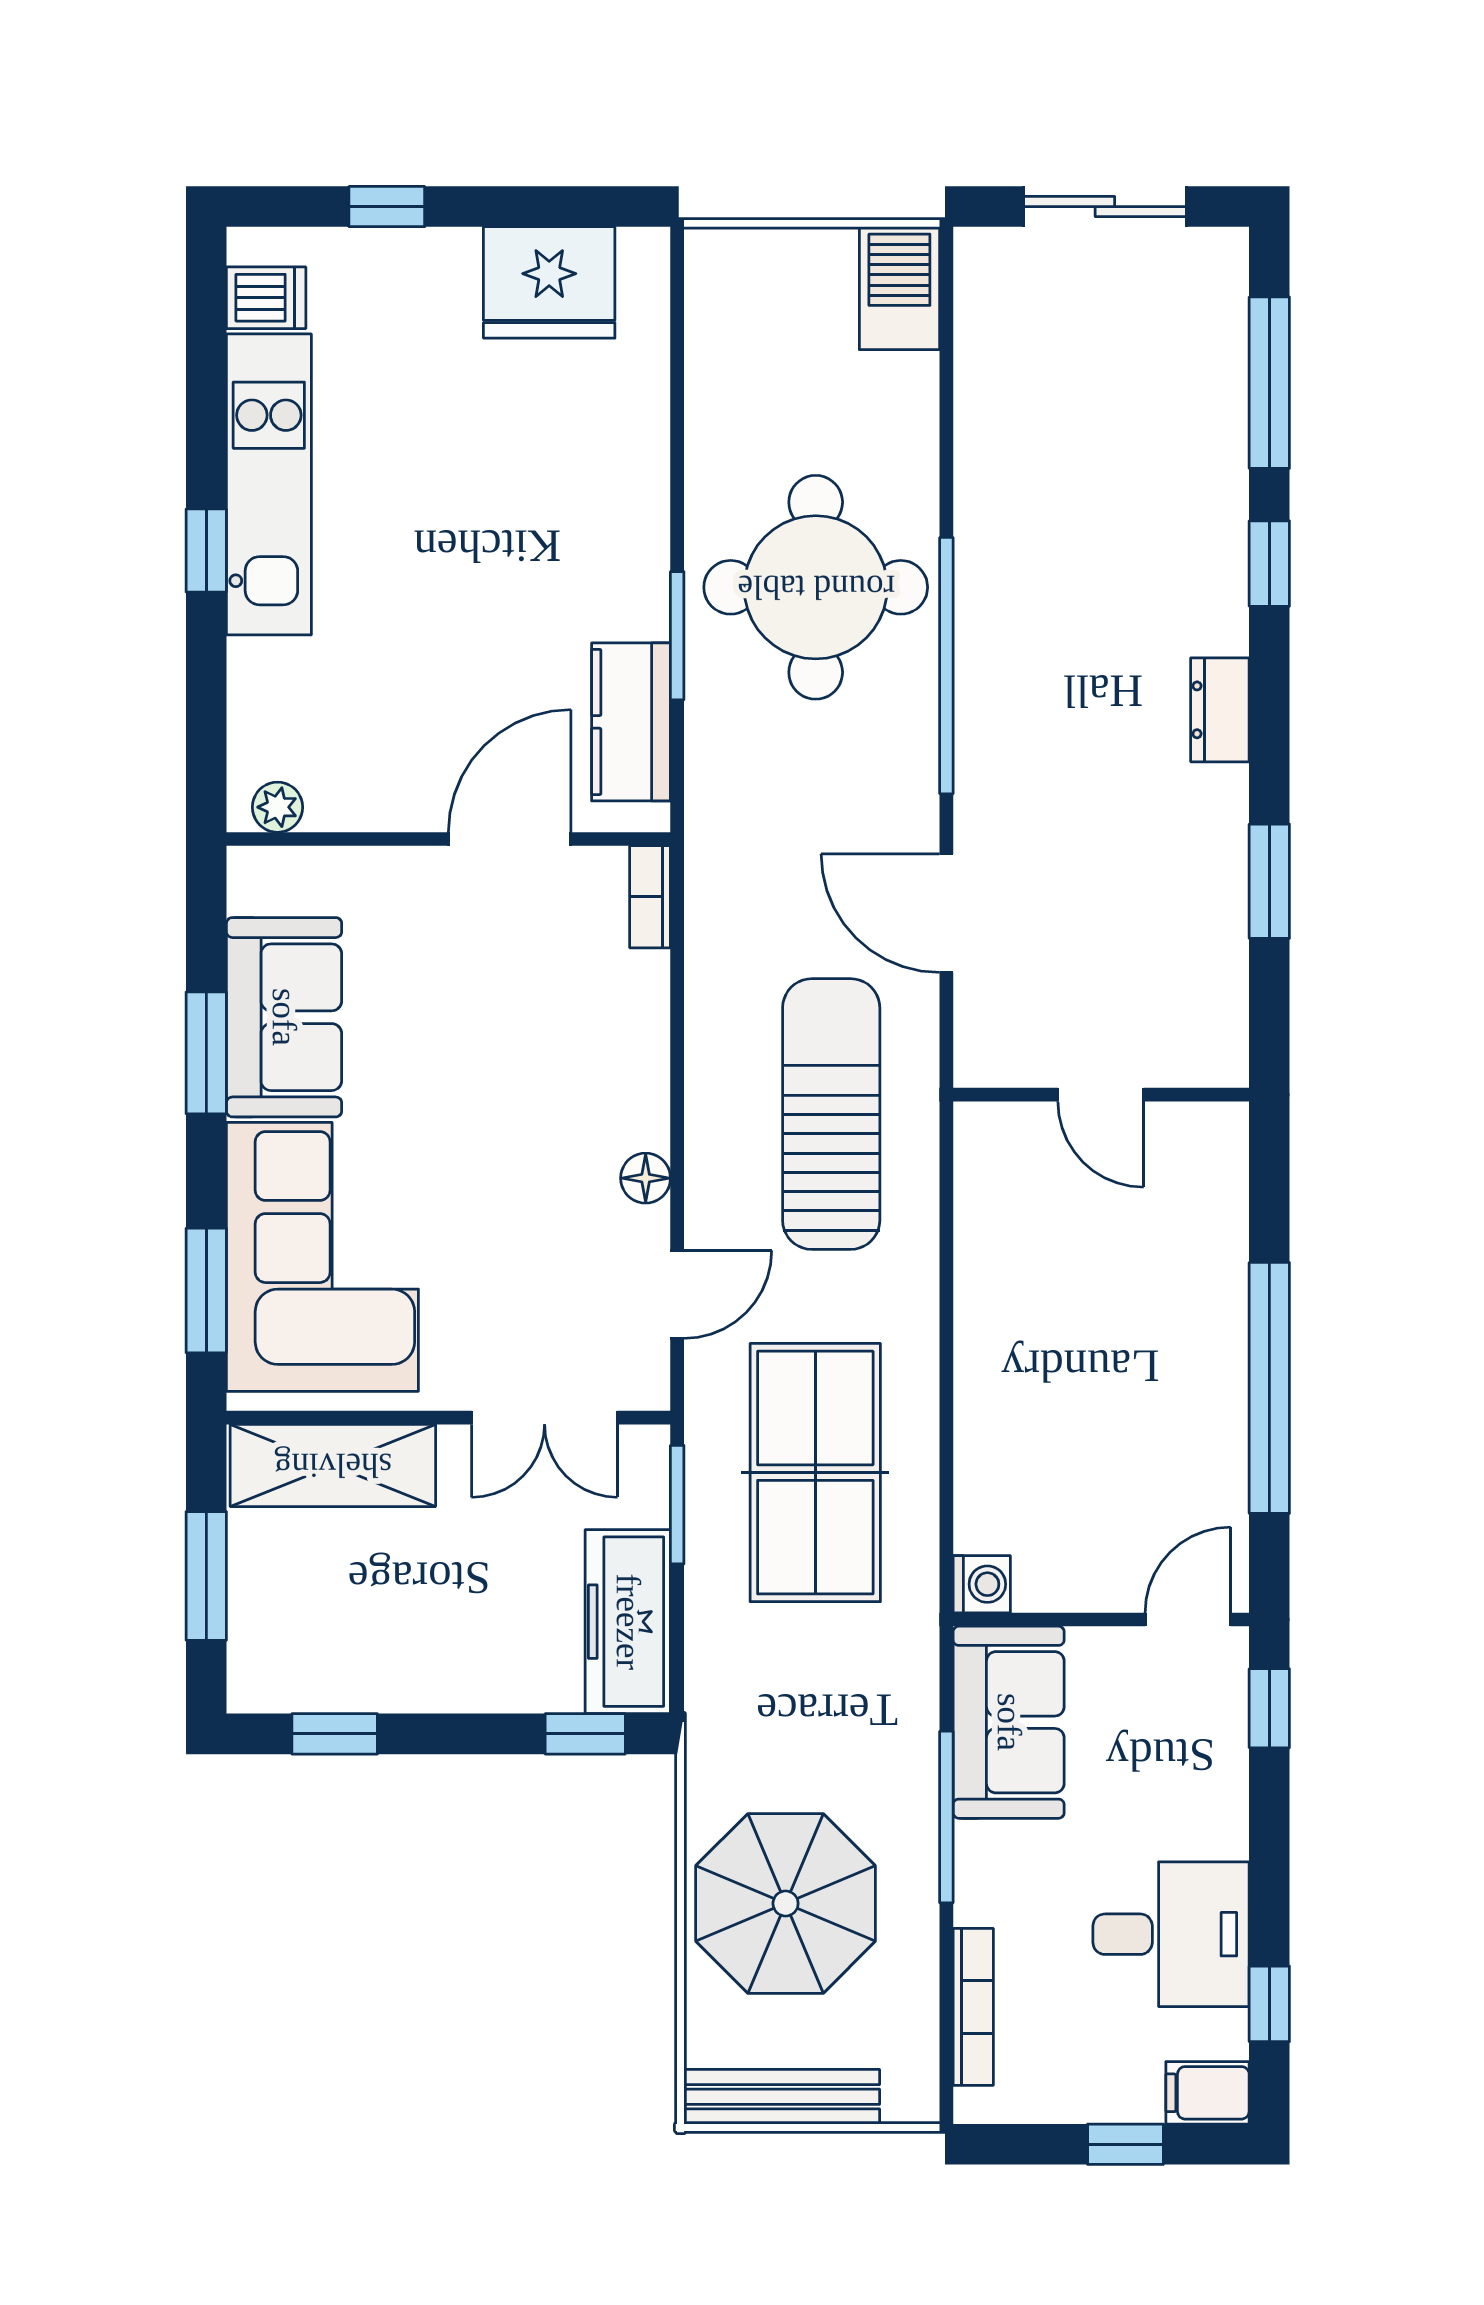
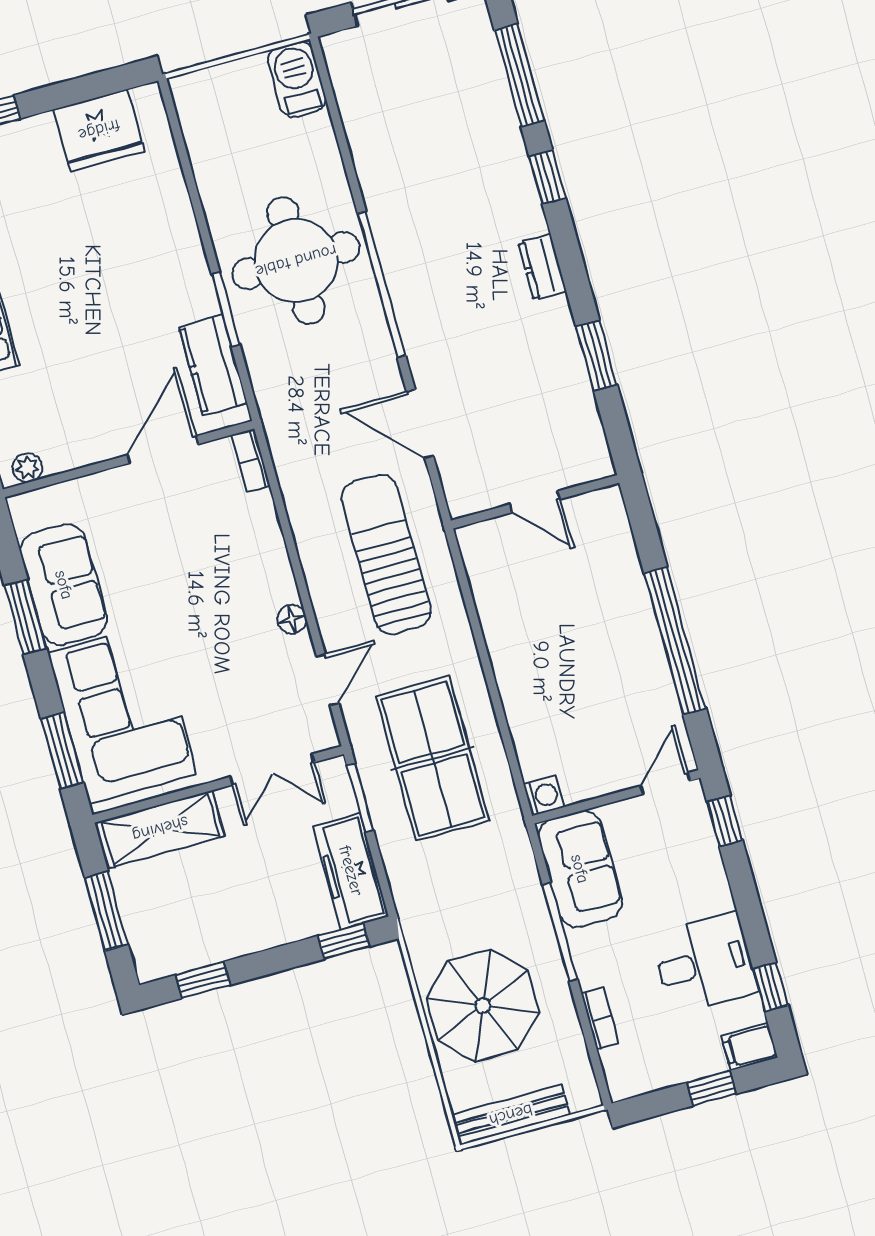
bookcase: (973, 2007) -> (600, 1019), width x0.64

